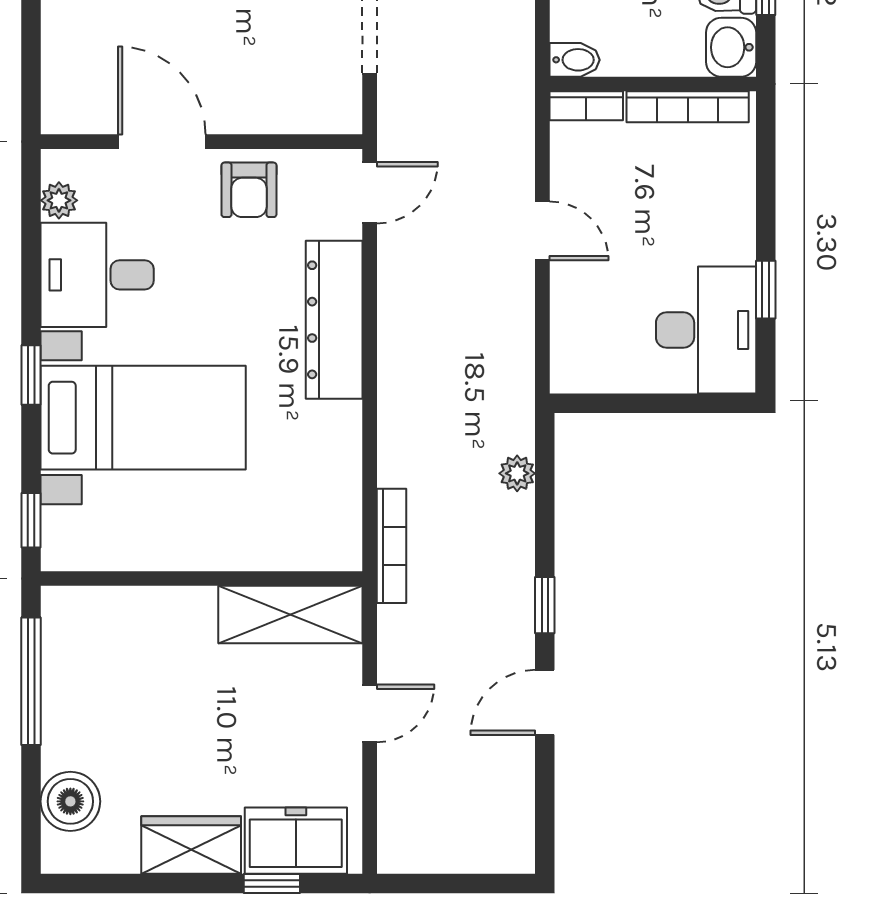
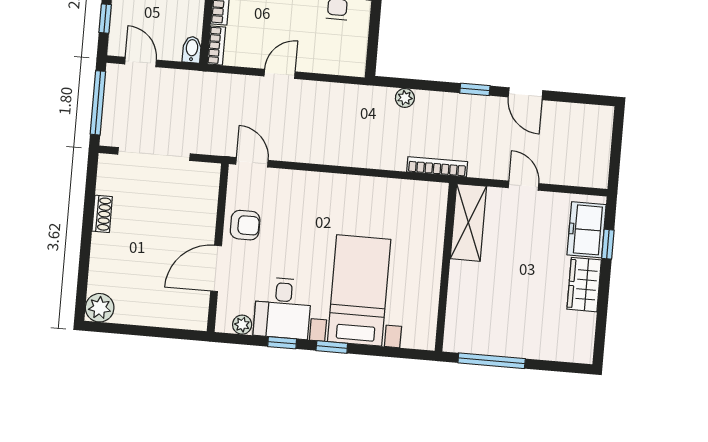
dresser: (334, 320) -> (317, 186), removed
window: (31, 520) -> (282, 343), moved
boiler: (70, 801) -> (556, 346), removed

